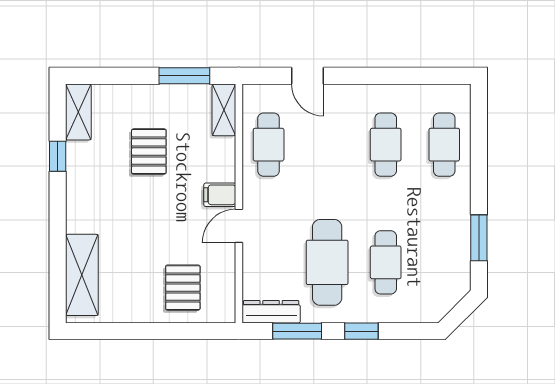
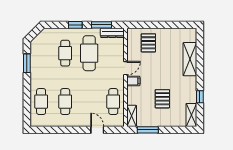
shelving: (82, 275) -> (190, 59), moved

